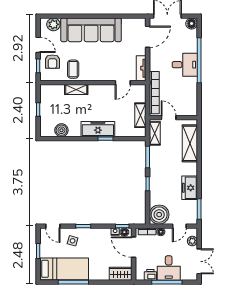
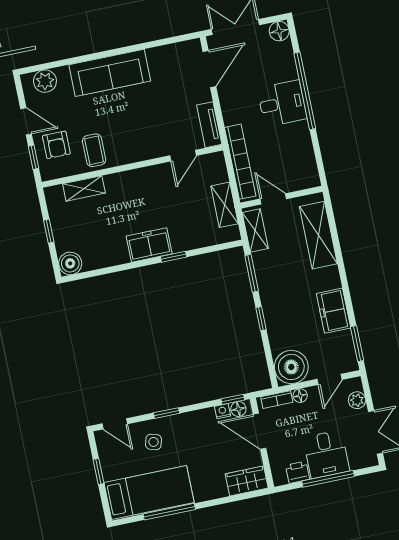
sofa: (91, 30) -> (110, 73), width x0.74, depth x0.79
shelving: (76, 90) -> (84, 188), moved
freezer: (98, 129) -> (149, 245), width x0.71
boiler: (61, 130) -> (70, 263), moved

